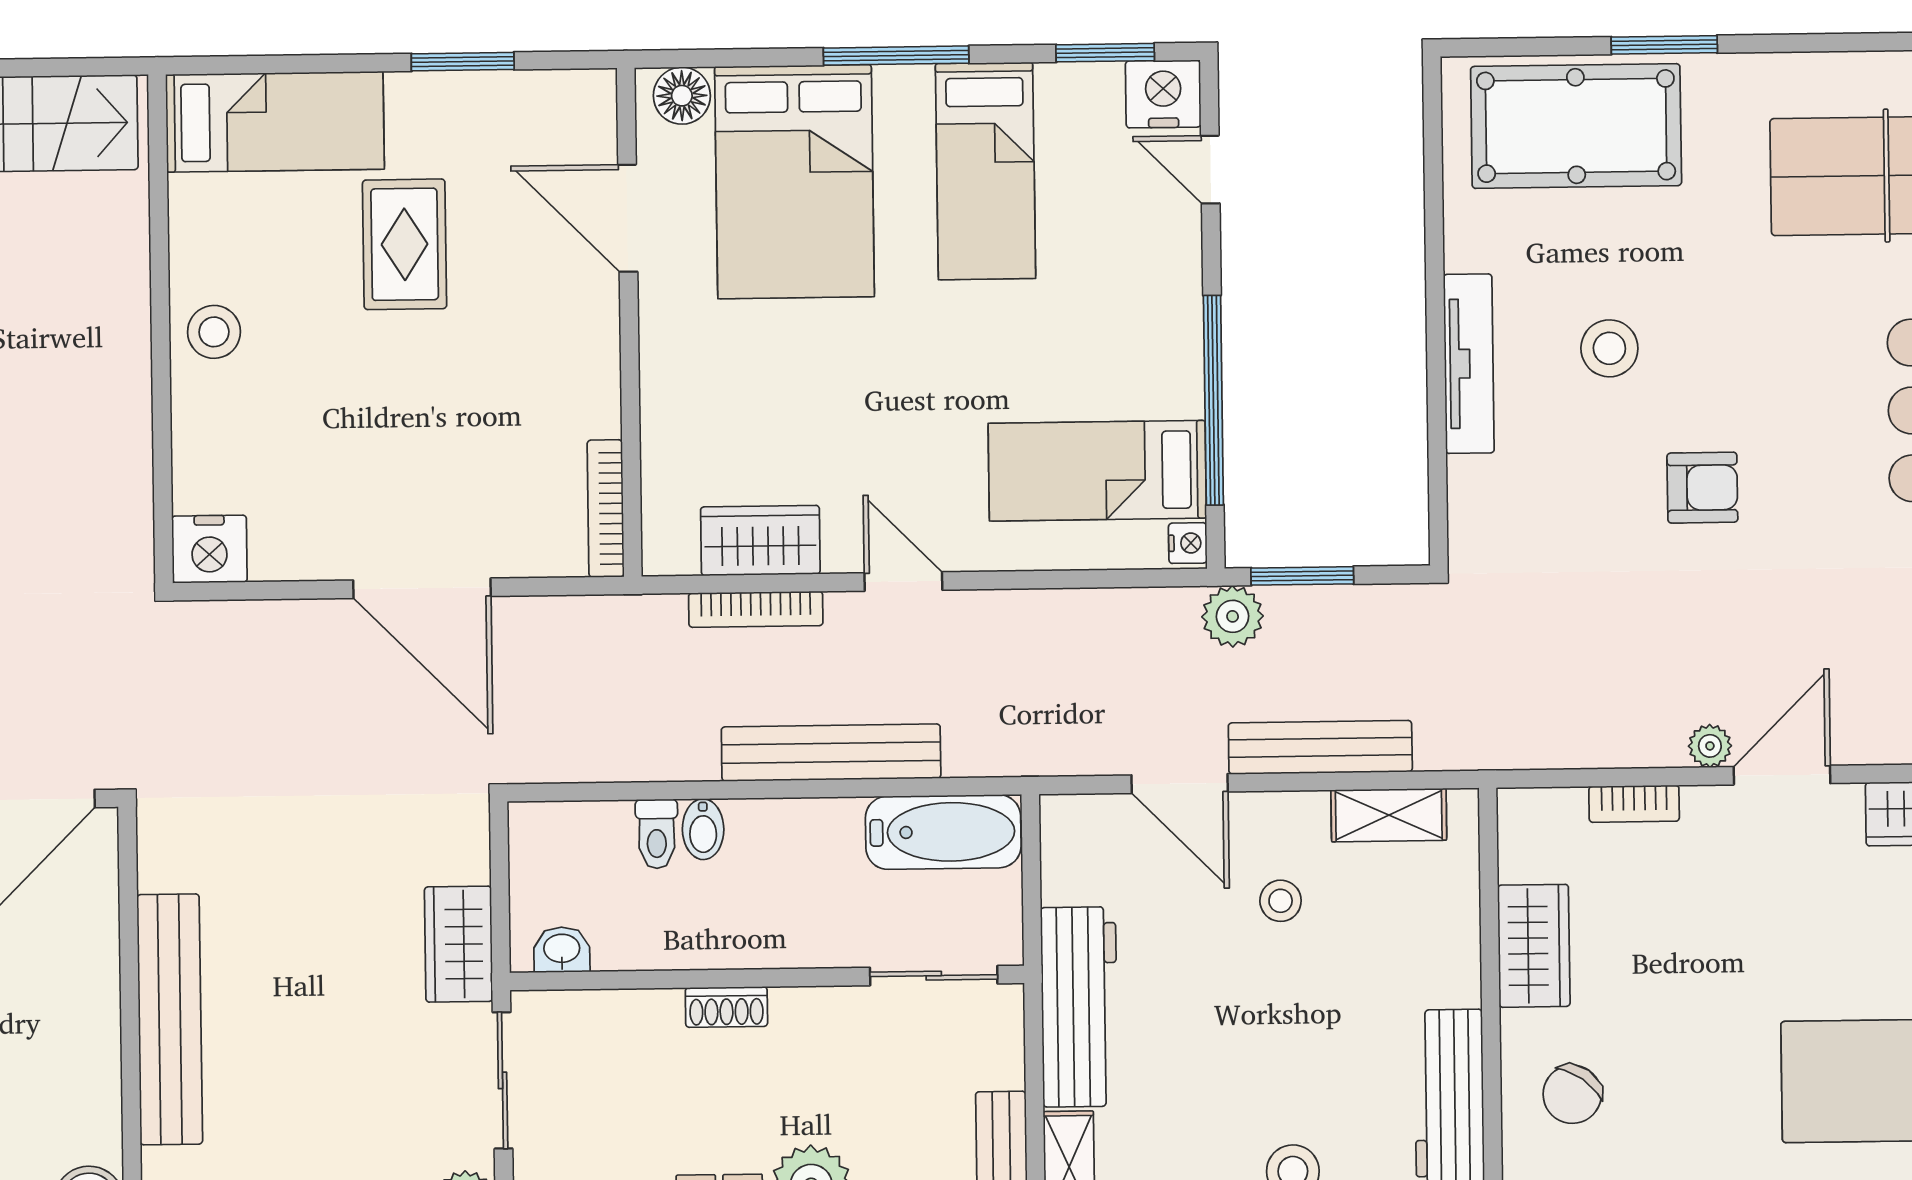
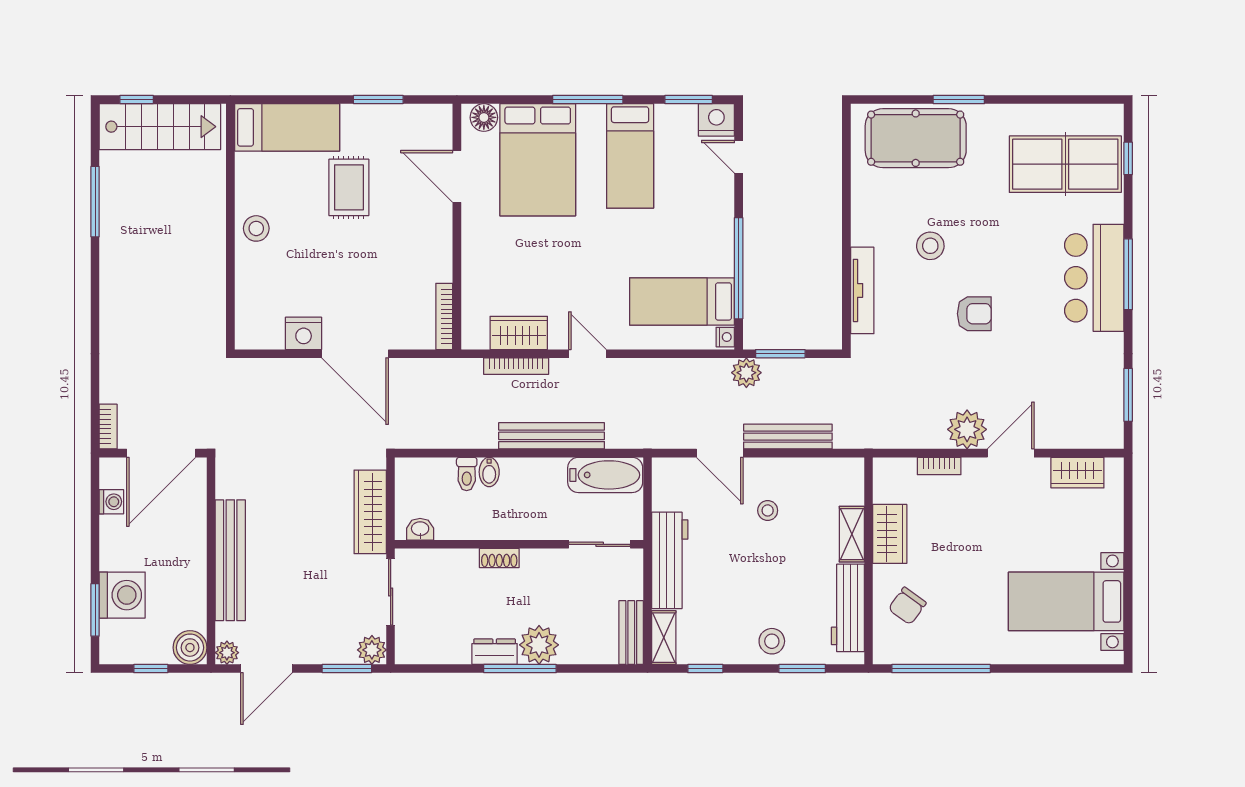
tv unit: (1469, 364) -> (862, 290), moved
nightstand: (209, 549) -> (304, 333), moved
plant: (1710, 746) -> (967, 429), width x1.88, depth x1.88
shelving: (1389, 815) -> (852, 534), moved, turned 90
wardrobe: (459, 944) -> (370, 512), width x1.50

